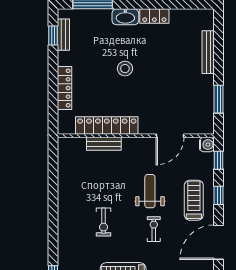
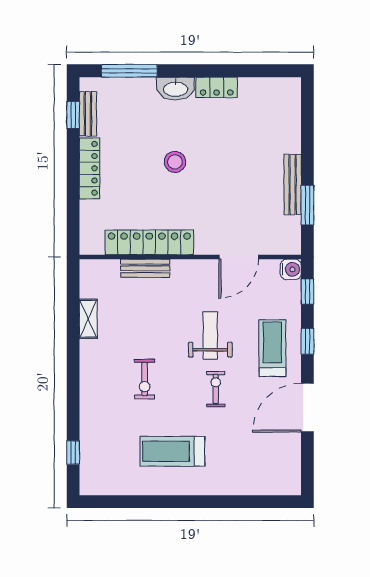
bench: (208, 52) -> (293, 185), moved
locker: (65, 88) -> (89, 168), moved
shelving: (64, 179) -> (88, 319), added

